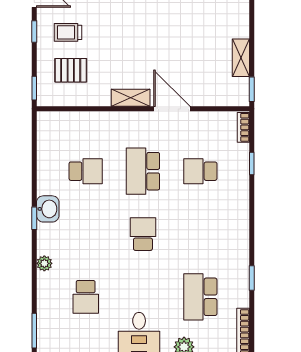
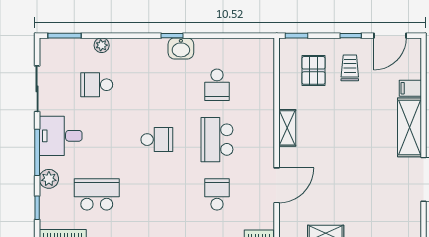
door: (172, 109) -> (277, 185), moved
school desk: (143, 171) -> (217, 140), turned -90
plant: (44, 263) -> (102, 45), moved

